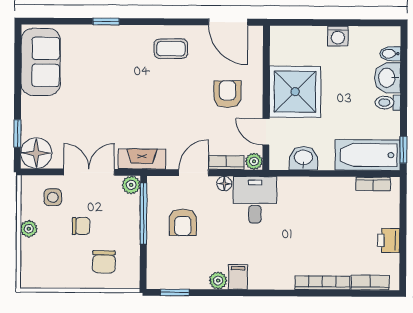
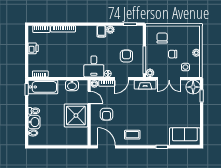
washing machine: (338, 36) -> (57, 141), removed
sofa: (41, 62) -> (185, 137), moved, turned 90

